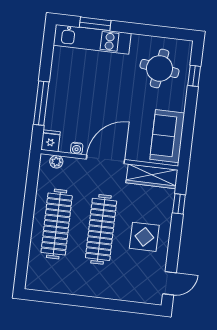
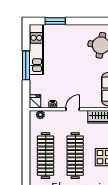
kitchen unit: (92, 39) -> (36, 49), moved, turned -90
window: (41, 103) -> (26, 65), moved
door: (105, 159) -> (73, 109), width x0.53

